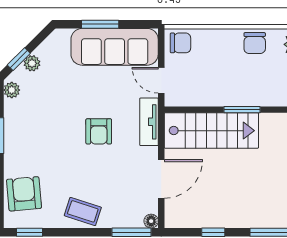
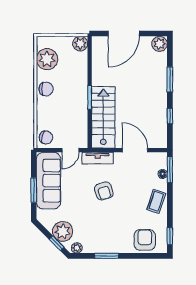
chair: (180, 43) -> (46, 137), turned 104
plant: (32, 63) -> (63, 231), width x1.88, depth x1.88
armchair: (99, 131) -> (104, 191), turned 73
armchair: (24, 194) -> (145, 240), turned 95
floor lamp: (151, 221) -> (163, 174), moved

